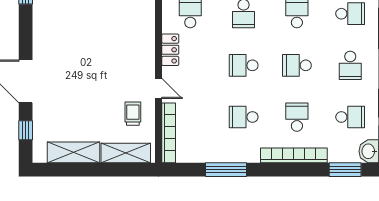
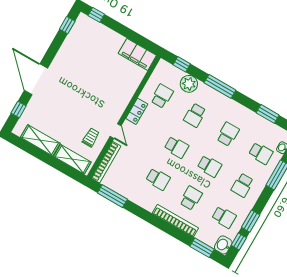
school desk: (244, 65) -> (176, 147), turned 180
school desk: (297, 65) -> (209, 166), turned 180
school desk: (244, 117) -> (158, 179), turned 180
window: (226, 170) -> (112, 196), moved

